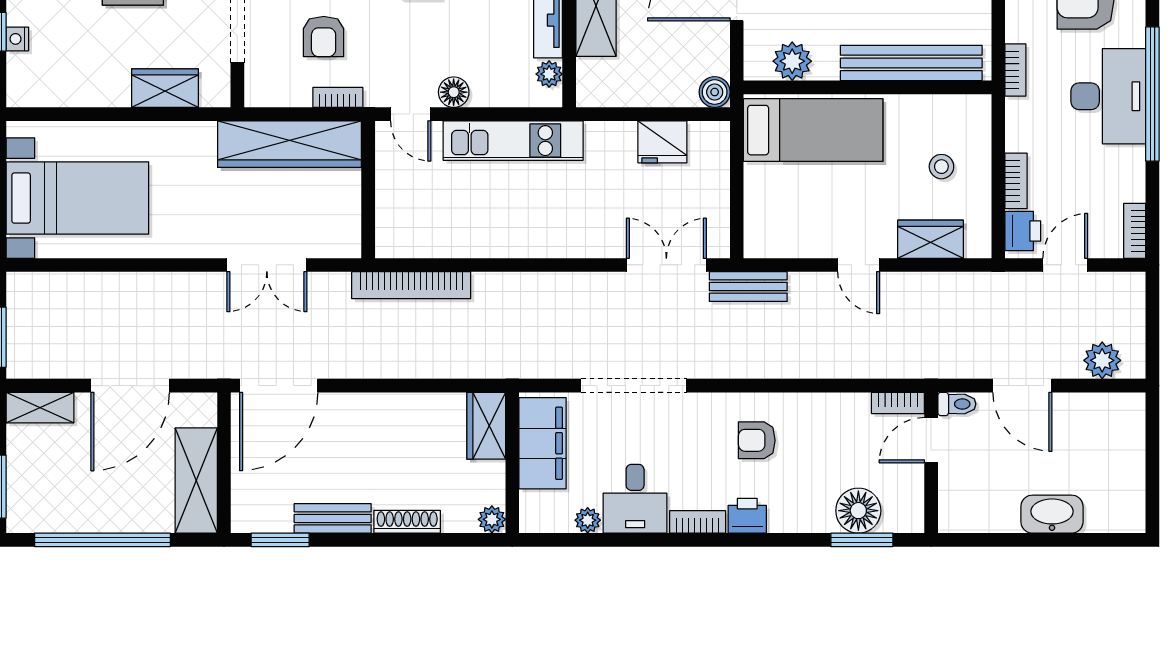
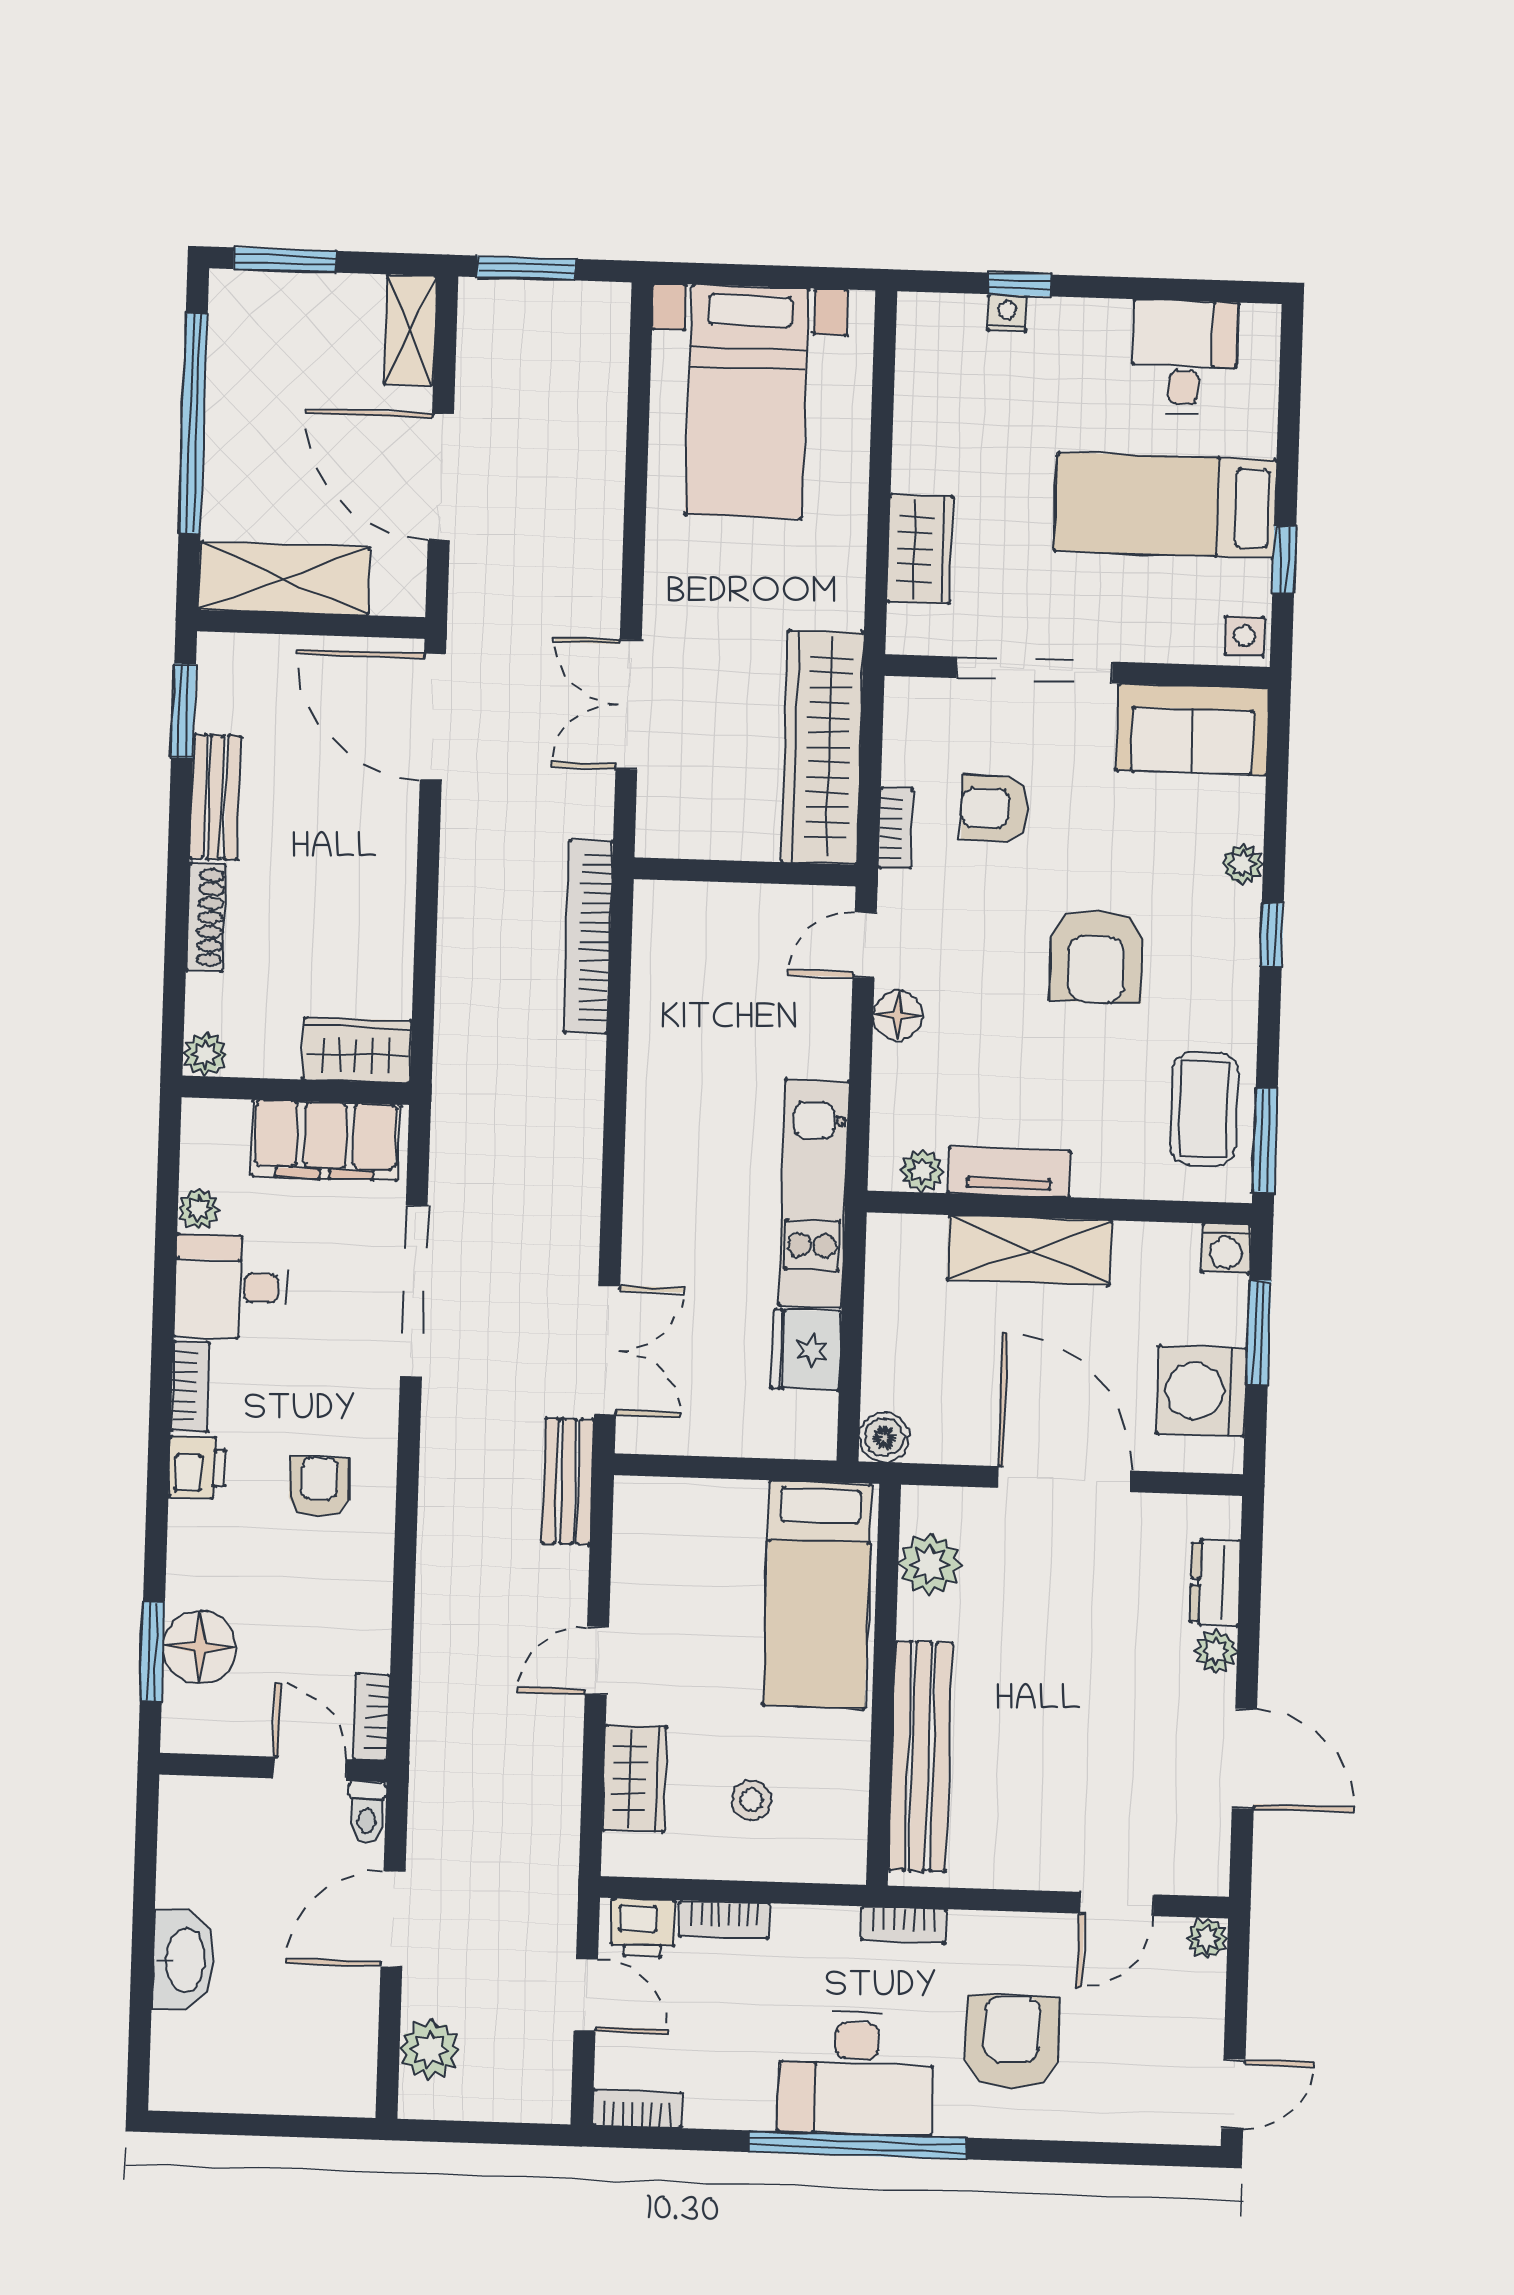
kitchen unit: (513, 141) -> (814, 1193), moved

